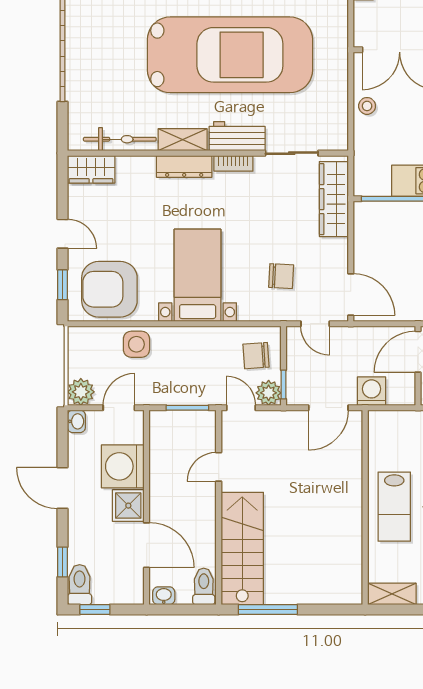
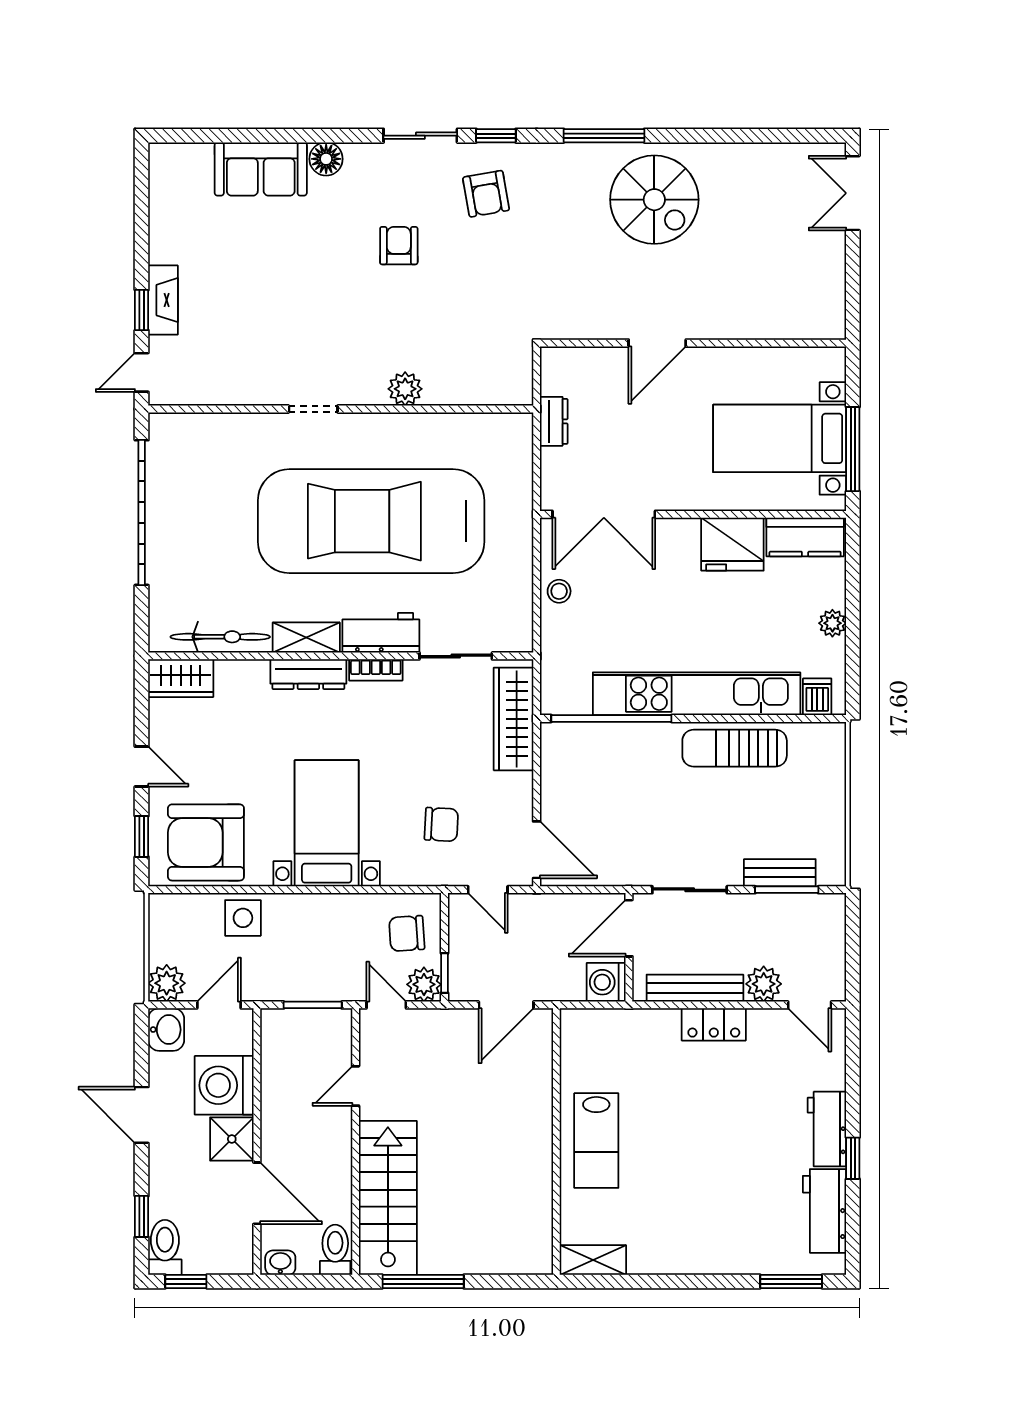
car: (230, 55) -> (371, 521), turned 180
washing machine: (371, 391) -> (606, 982), moved, turned -90
washbasin: (76, 421) -> (166, 1030), width x1.38, depth x1.45

